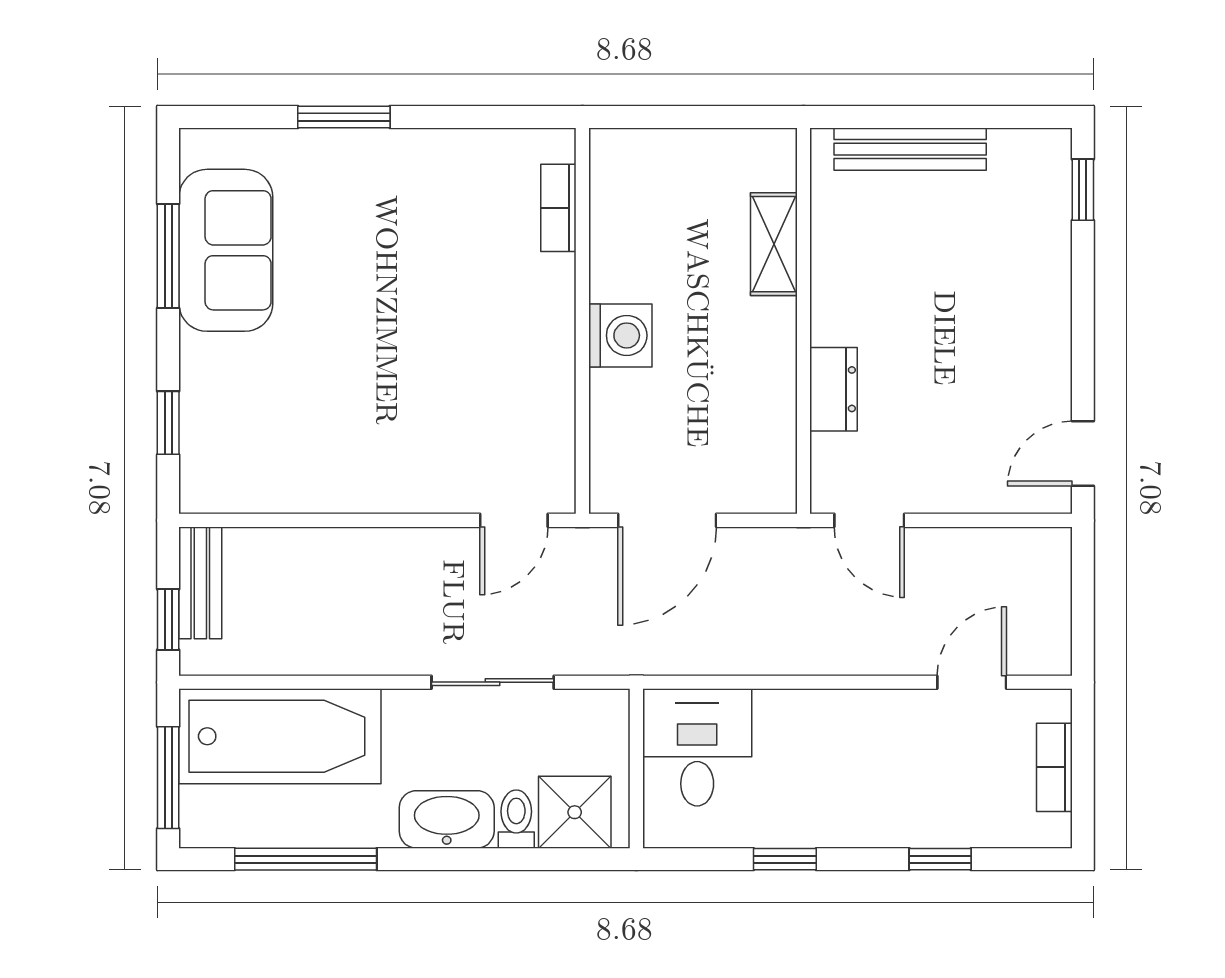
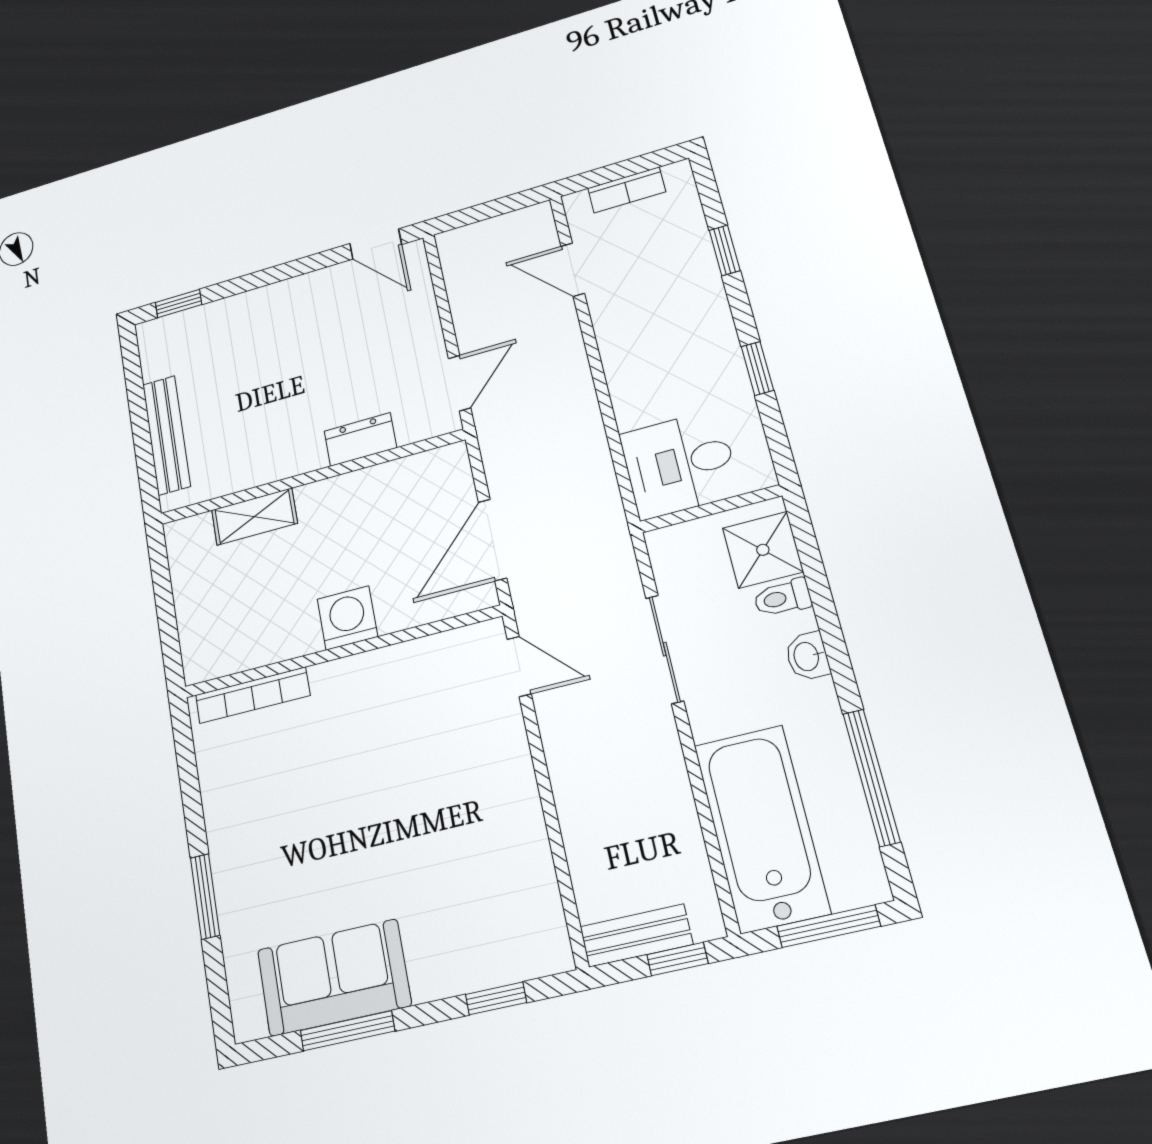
bookcase: (558, 208) -> (253, 695), width x1.56
door: (667, 520) -> (493, 540), swing flipped
washbasin: (447, 819) -> (807, 656), width x0.52, depth x0.69

